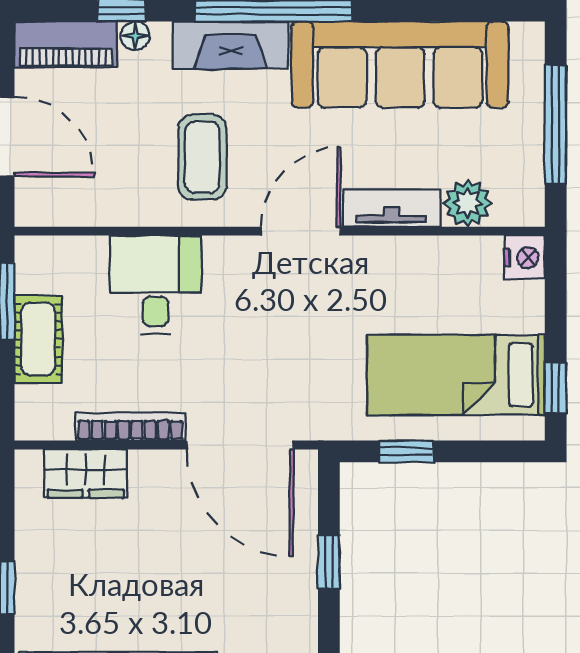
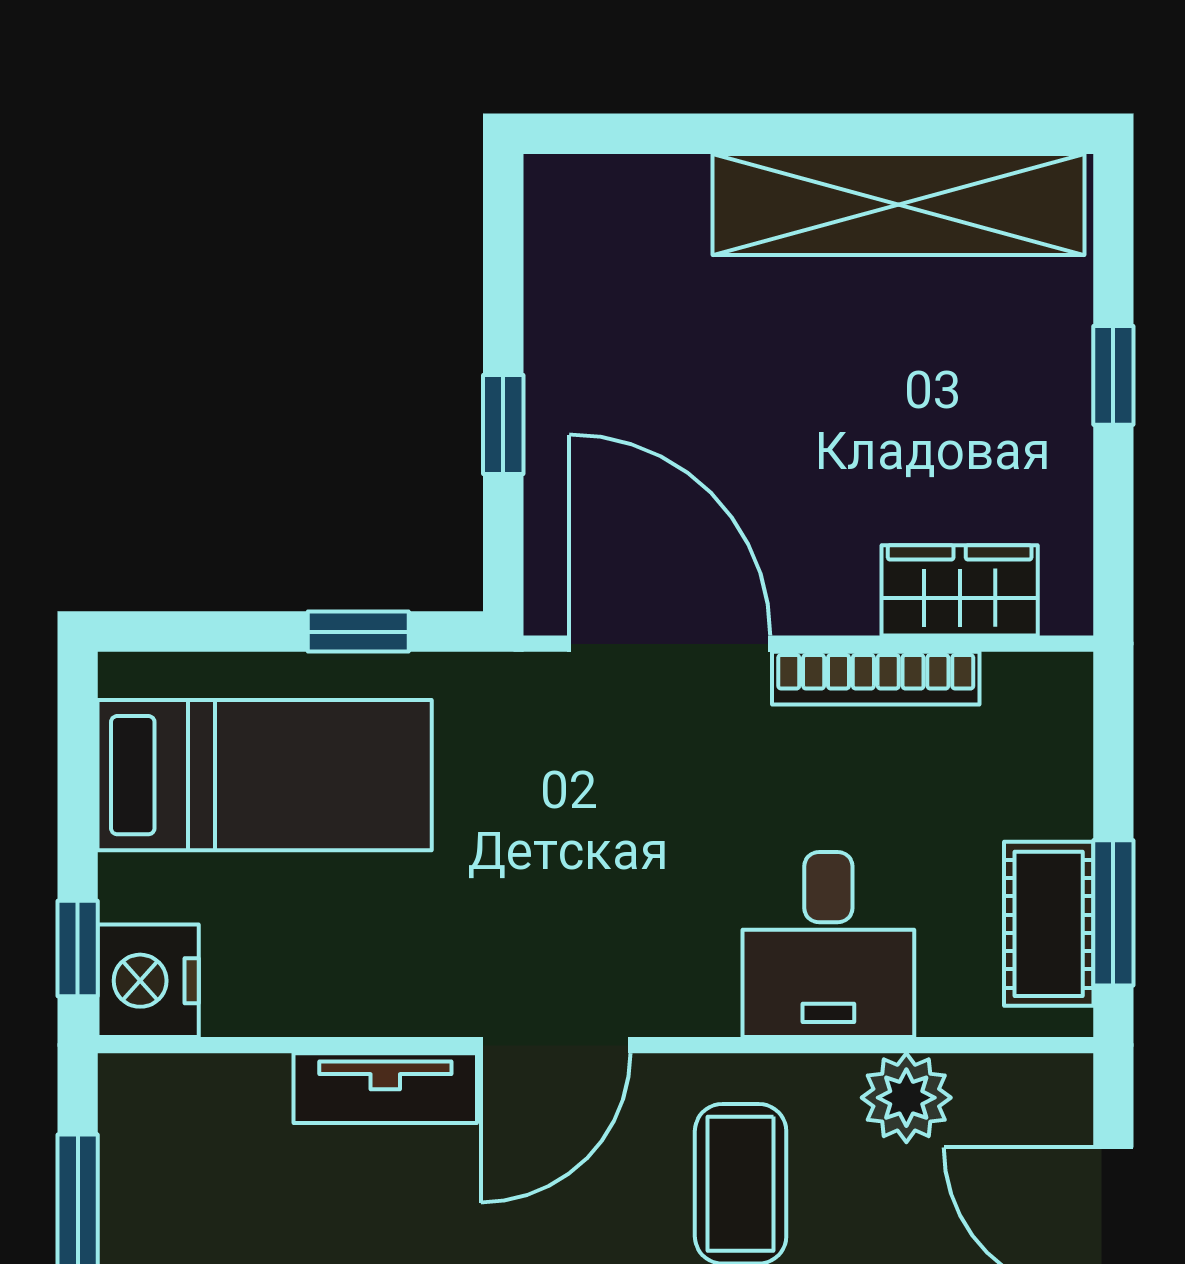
plant: (468, 203) -> (906, 1098), moved
nightstand: (525, 257) -> (148, 981), width x1.36, depth x1.33
cot: (38, 339) -> (1049, 924), moved
window: (556, 388) -> (78, 949), moved

